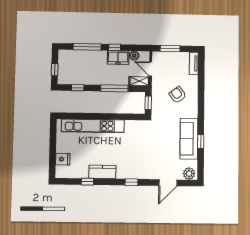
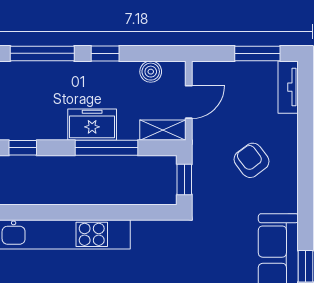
window: (170, 48) -> (257, 53), moved
freezer: (118, 57) -> (92, 125), moved, turned 180
door: (151, 69) -> (189, 102), swing flipped

